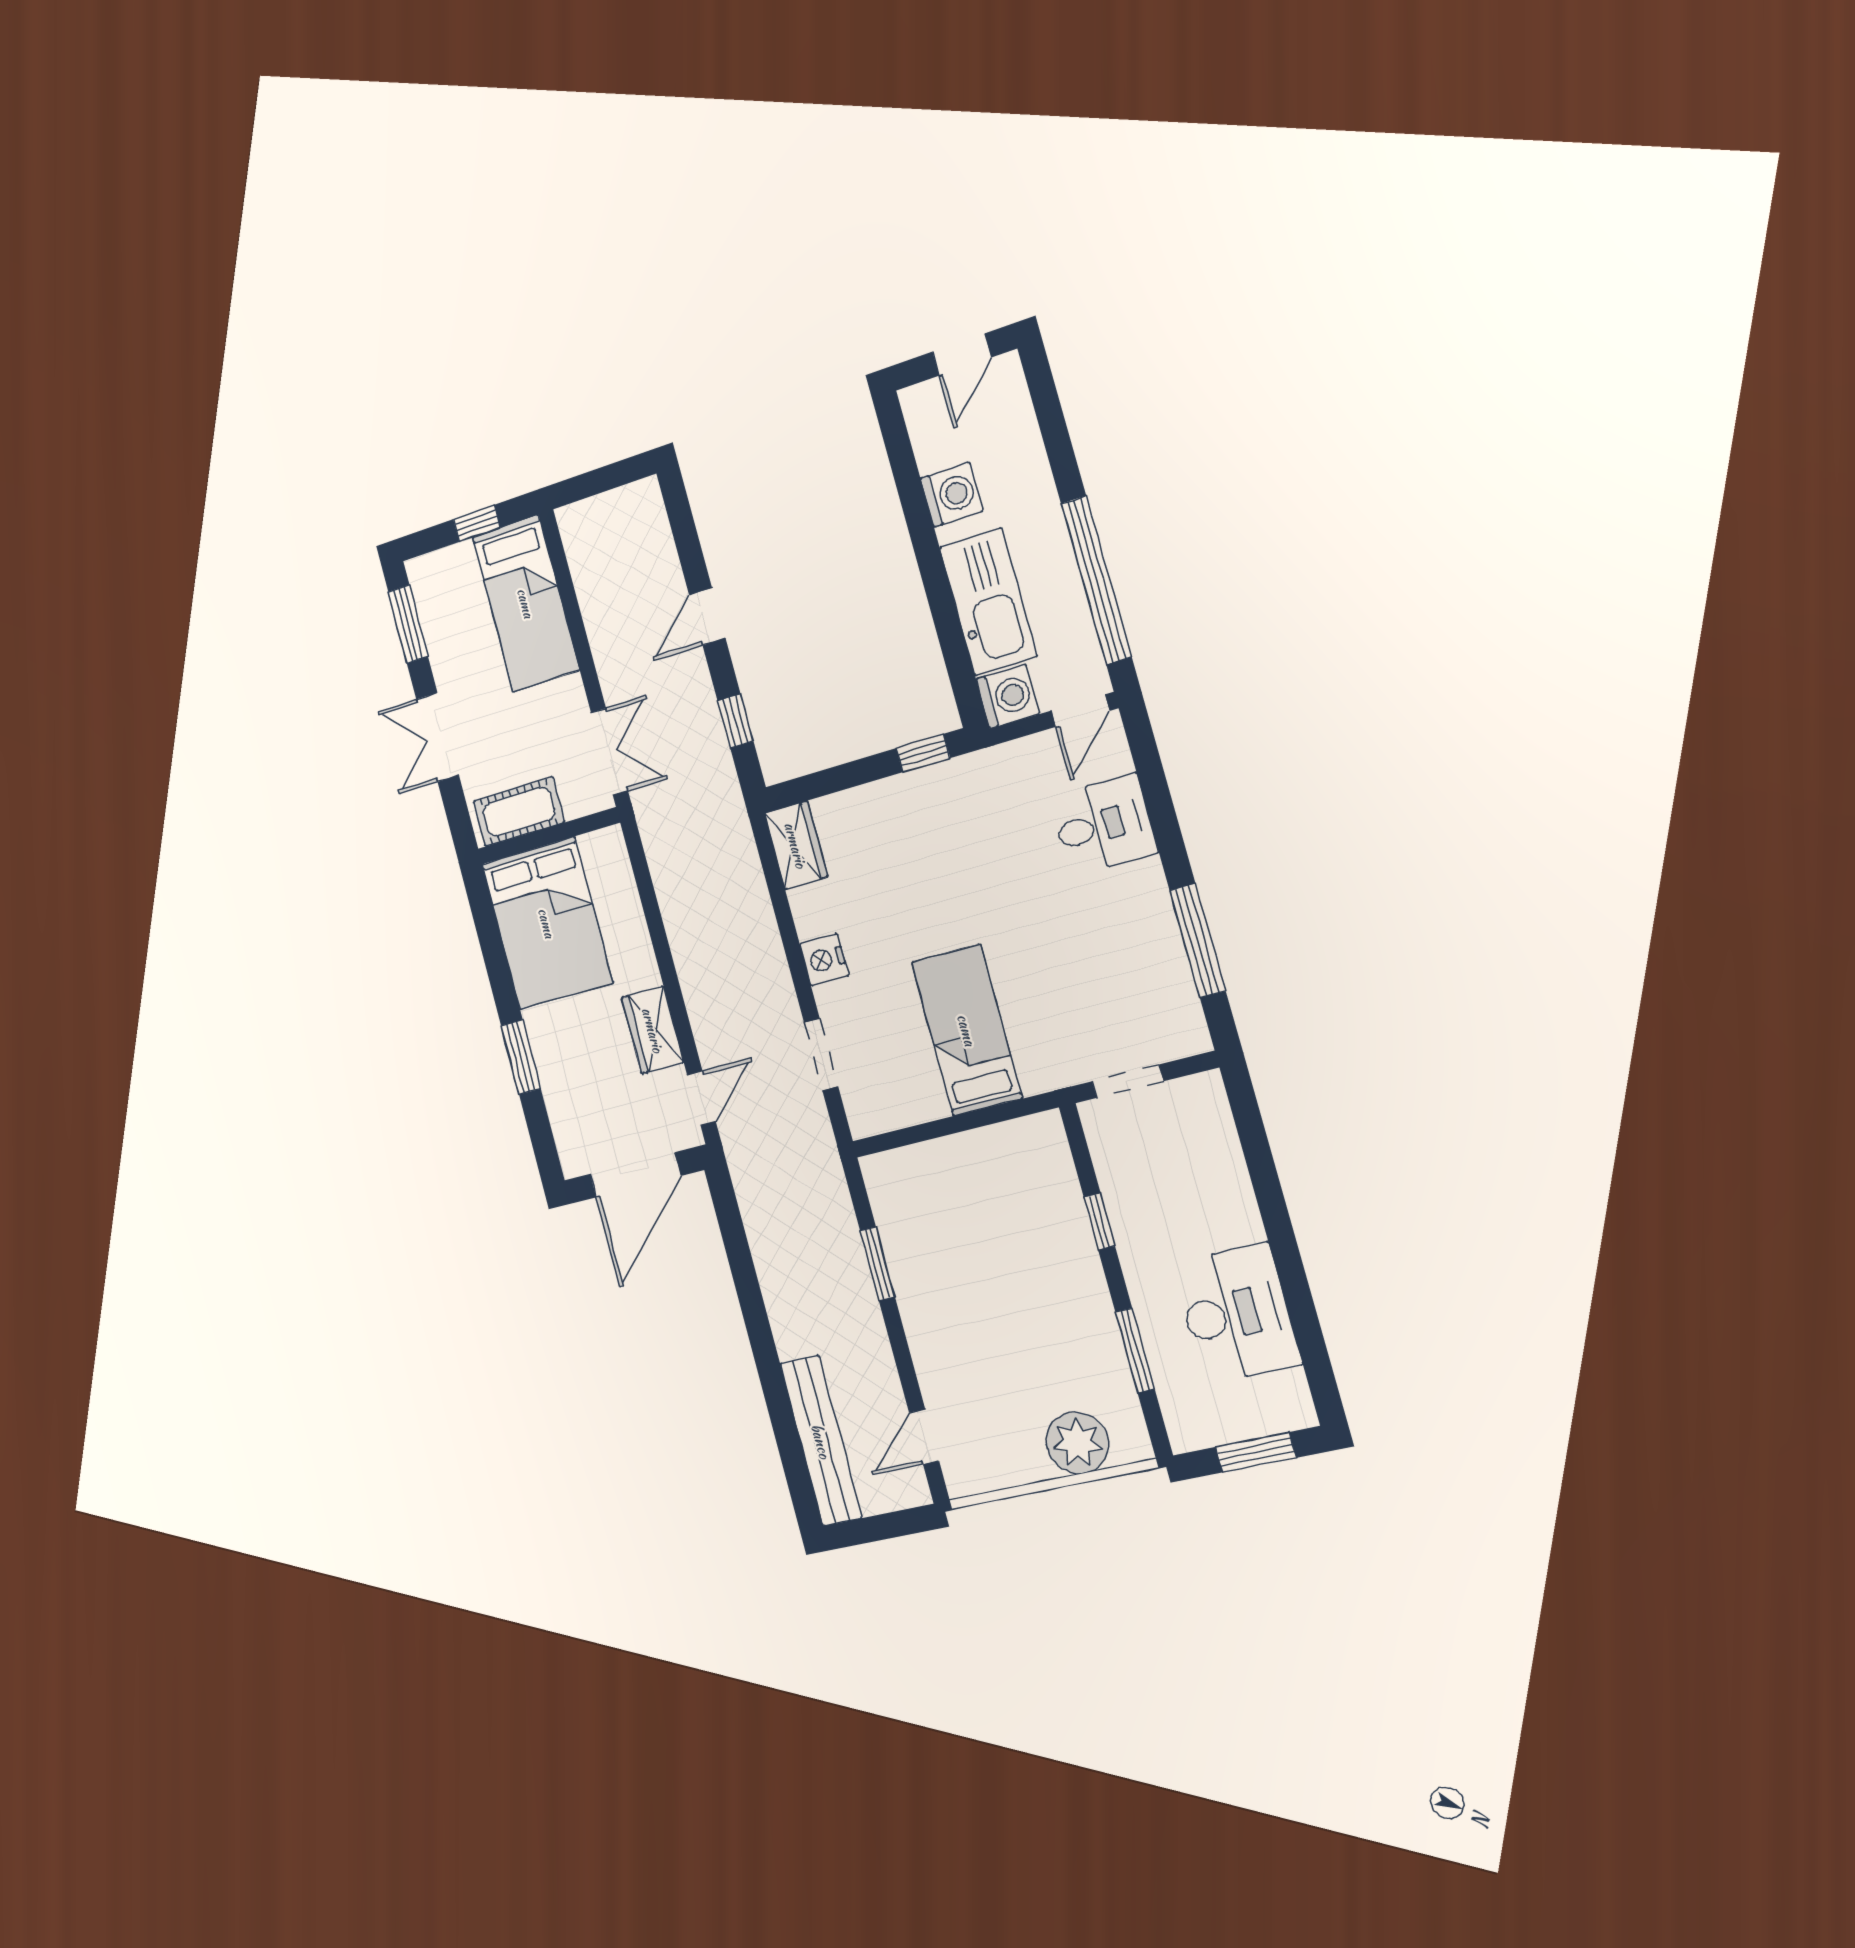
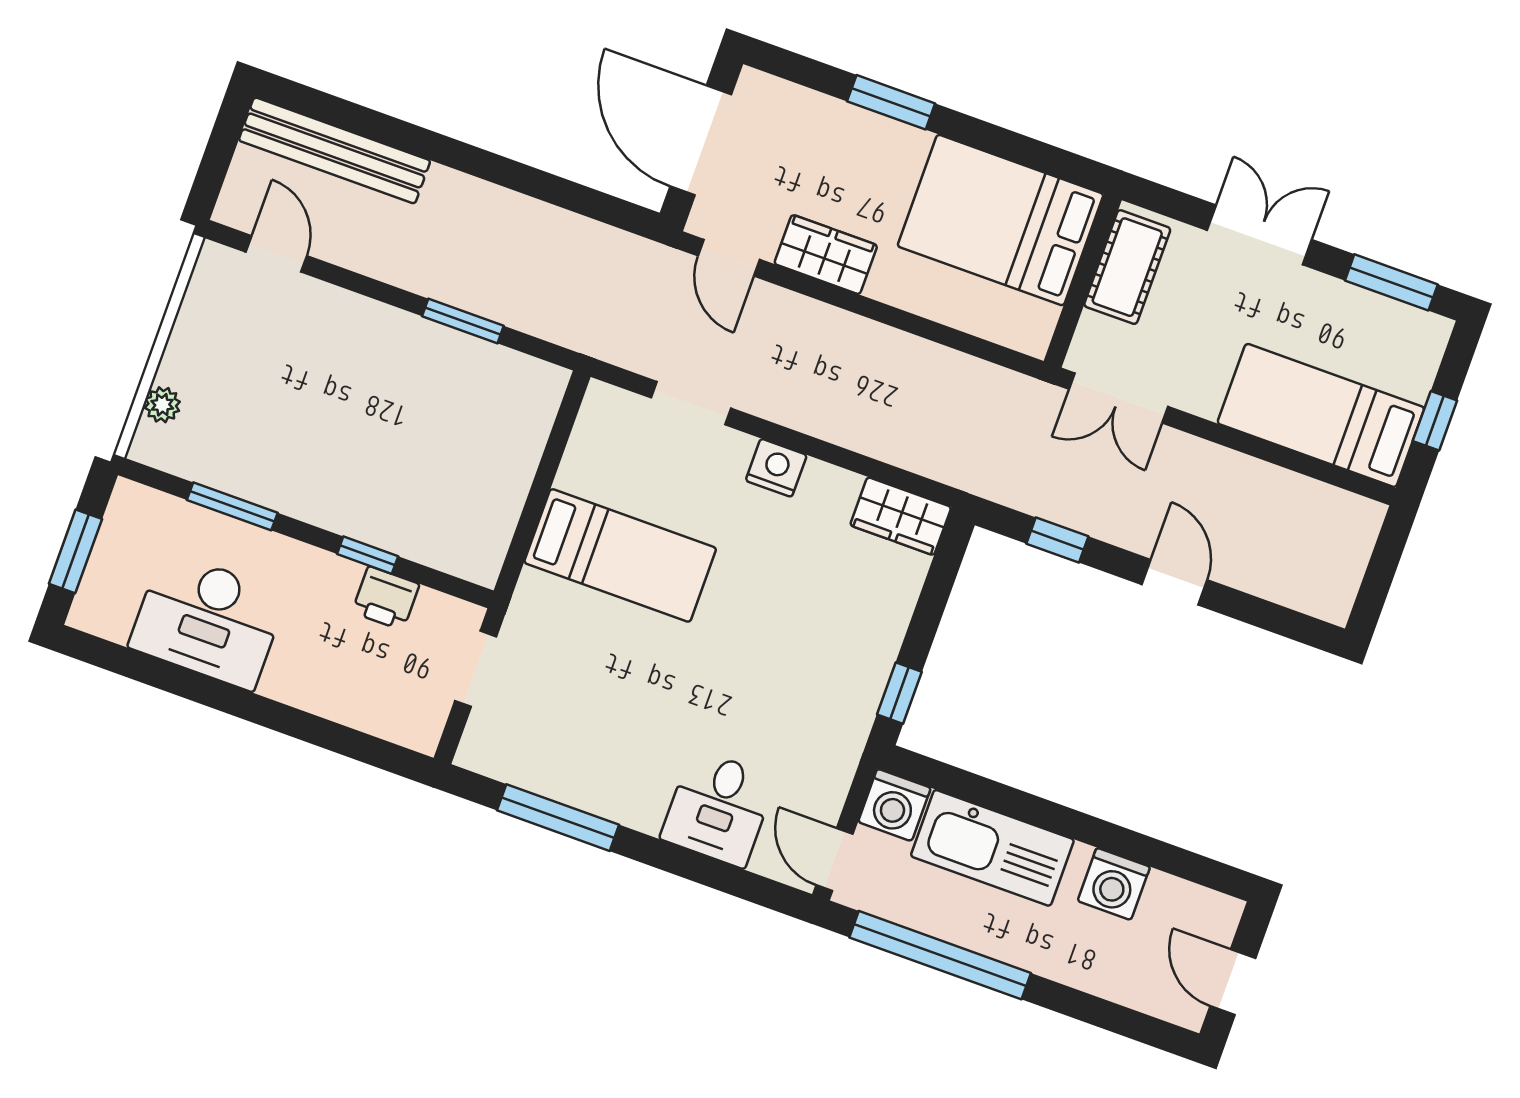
printer: (1122, 1186) -> (386, 598), added
plant: (1077, 1443) -> (162, 405), width x0.53, depth x0.53

